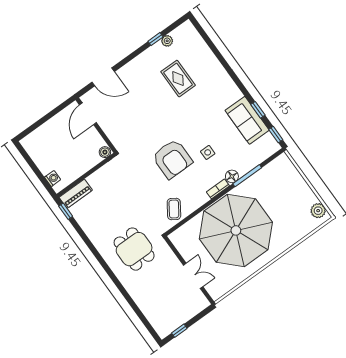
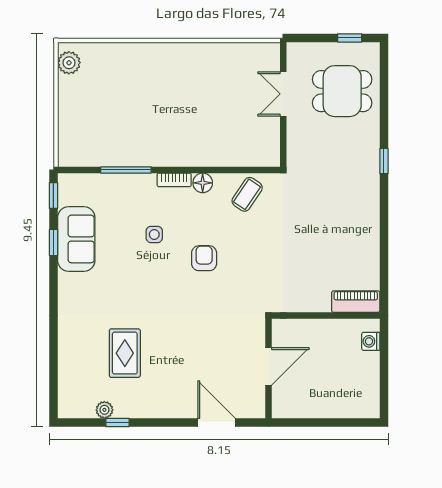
door: (88, 114) -> (269, 366), moved
boiler: (105, 152) -> (282, 327), removed
armchair: (172, 159) -> (204, 258), width x0.53, depth x0.53
floor lamp: (232, 176) -> (203, 183), moved
window: (66, 211) -> (384, 161), moved
parasol: (236, 230) -> (189, 112), removed
dining table: (134, 249) -> (342, 91), moved, turned 90

